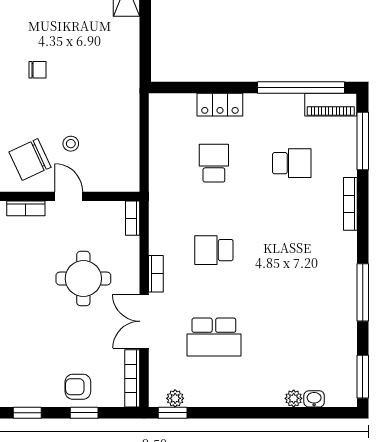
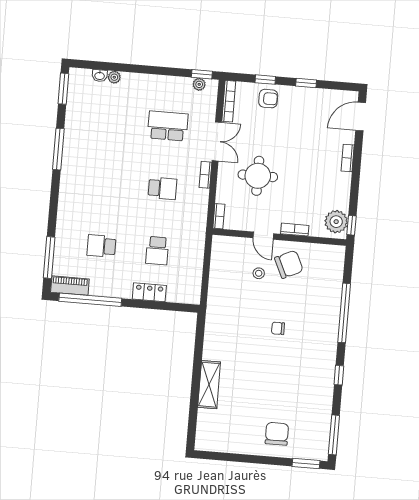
bookcase: (350, 204) -> (62, 213), removed

